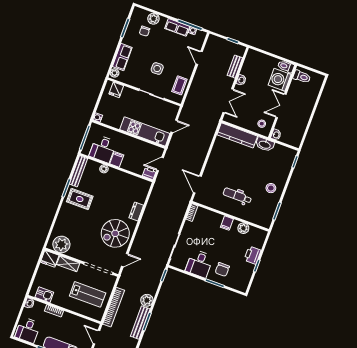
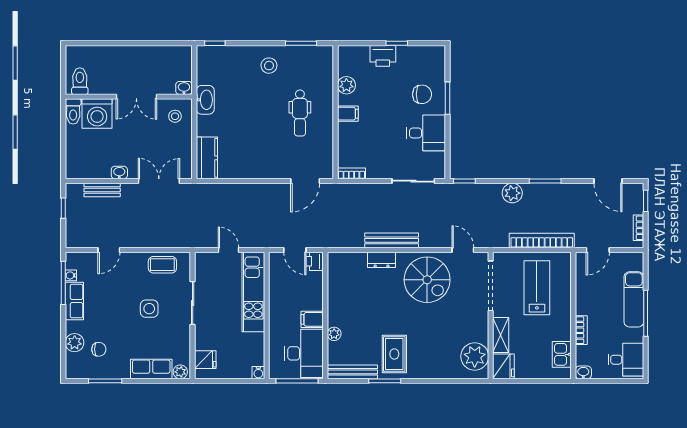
kitchen counter: (237, 135) -> (207, 158), width x0.67
desk: (103, 149) -> (304, 353), width x1.37
bench: (140, 323) -> (392, 240), moved

